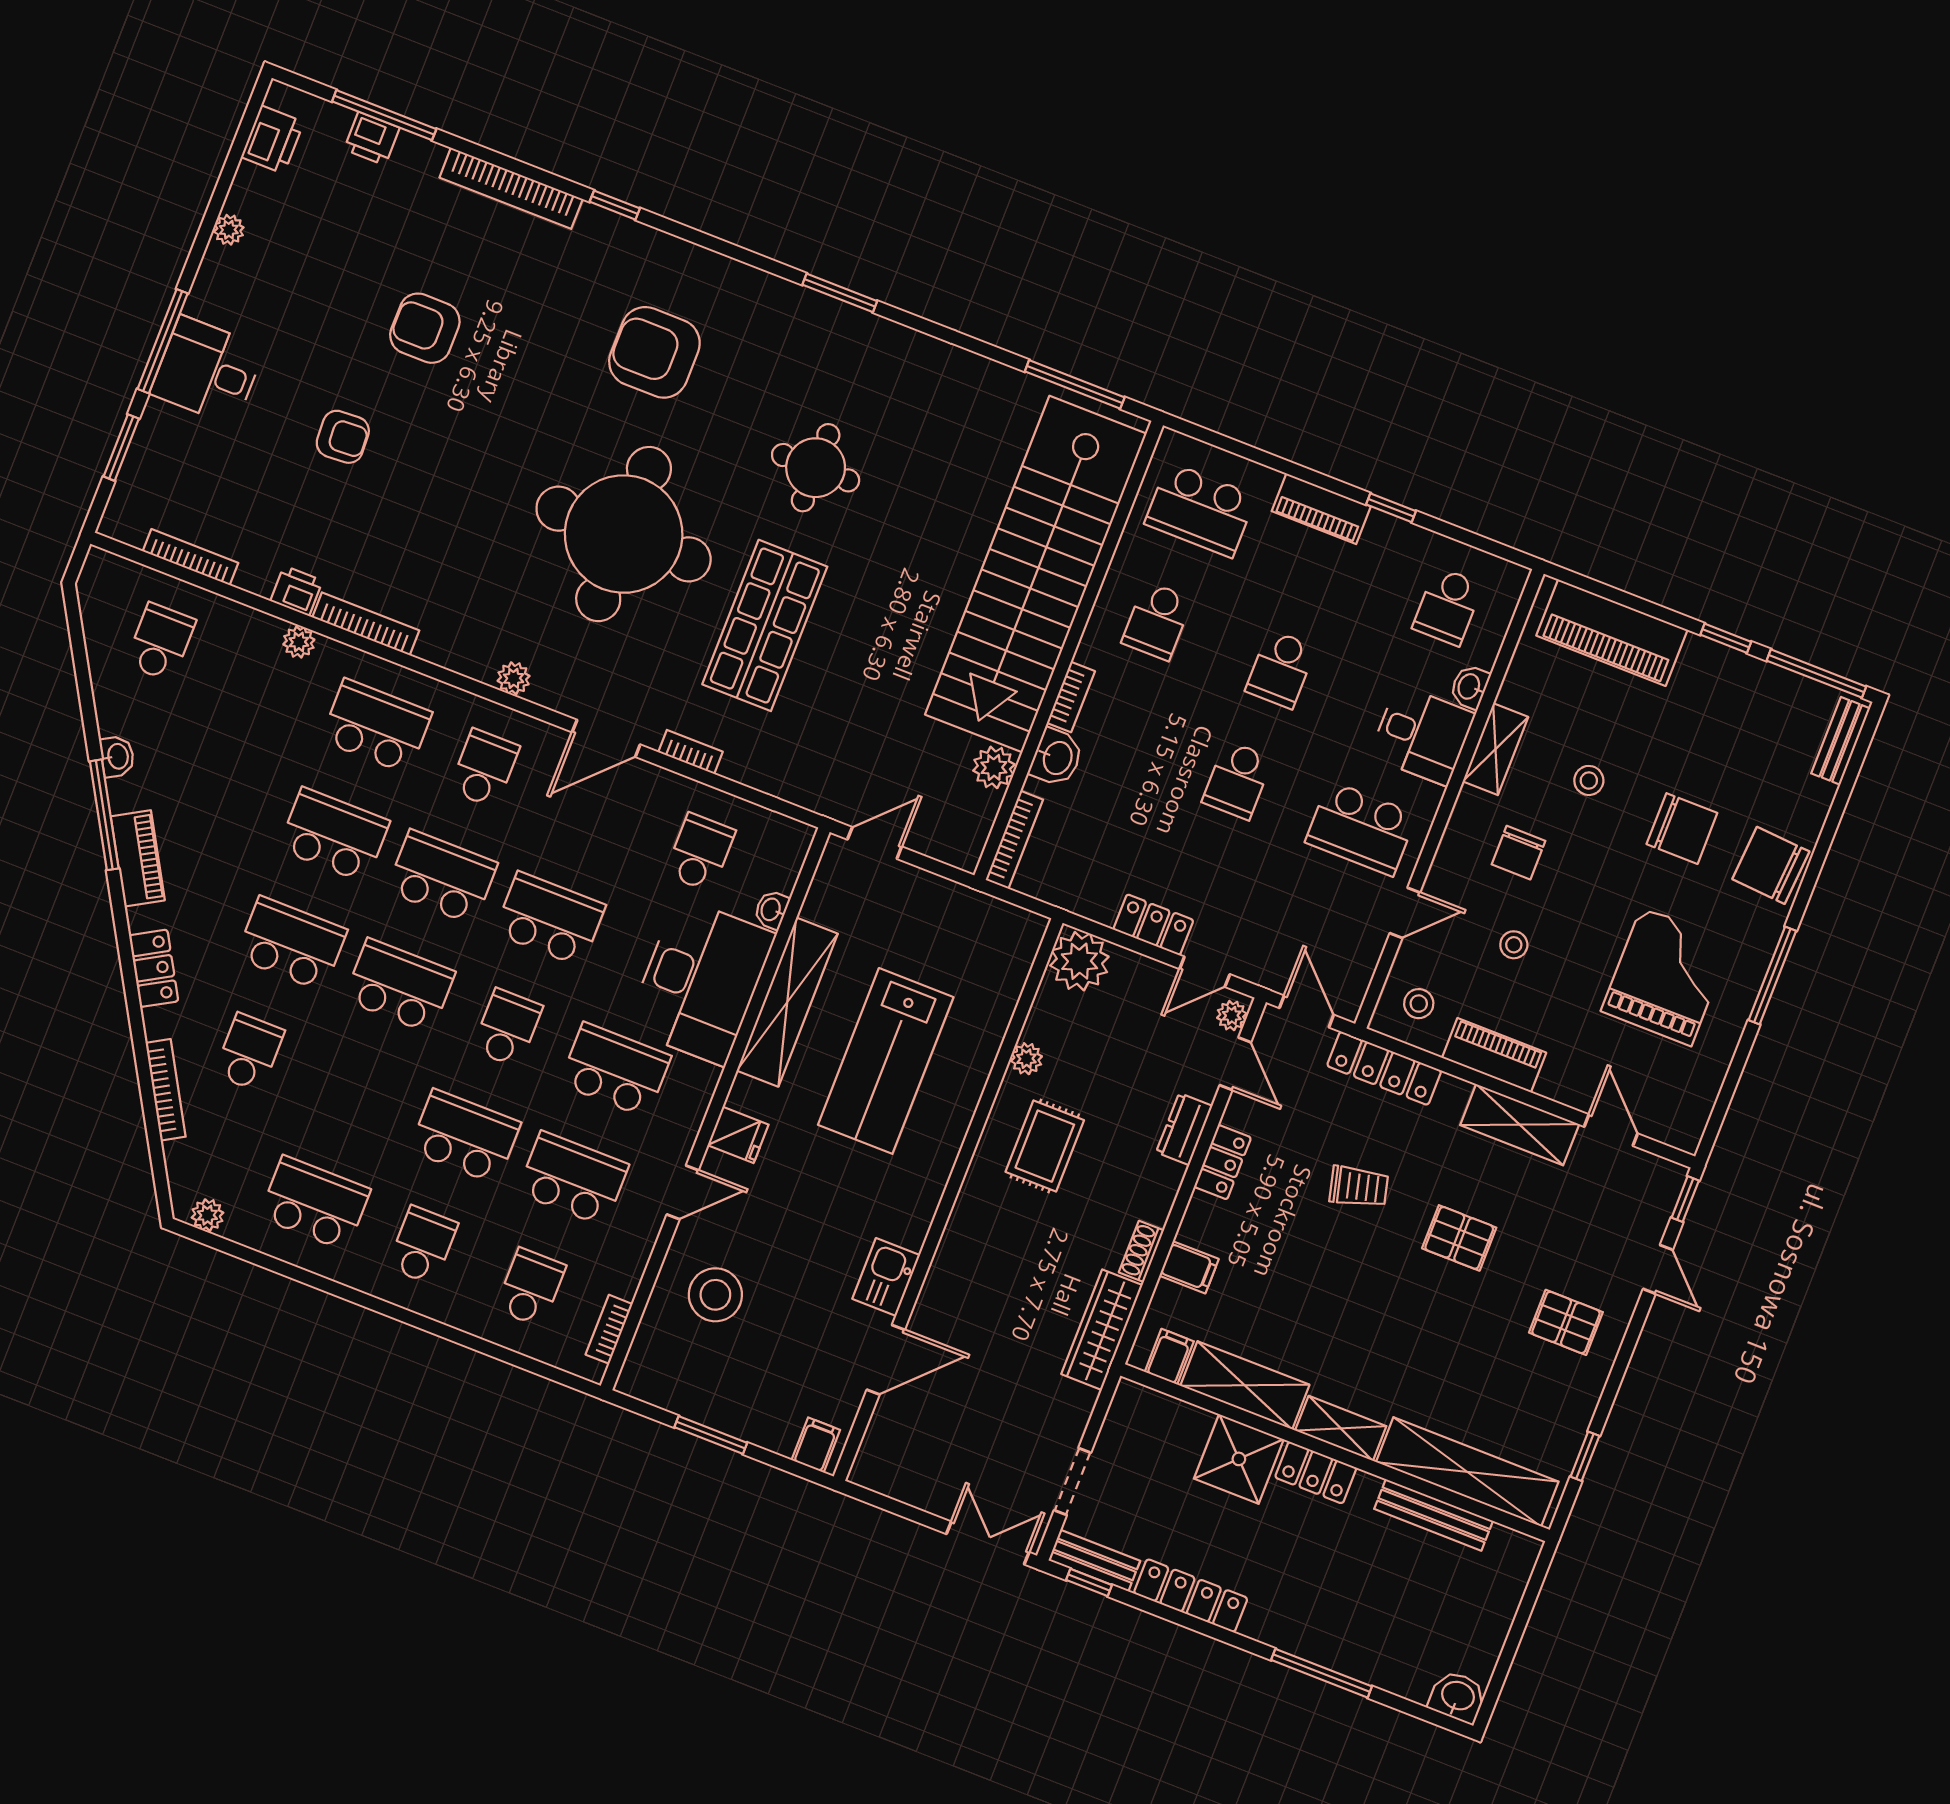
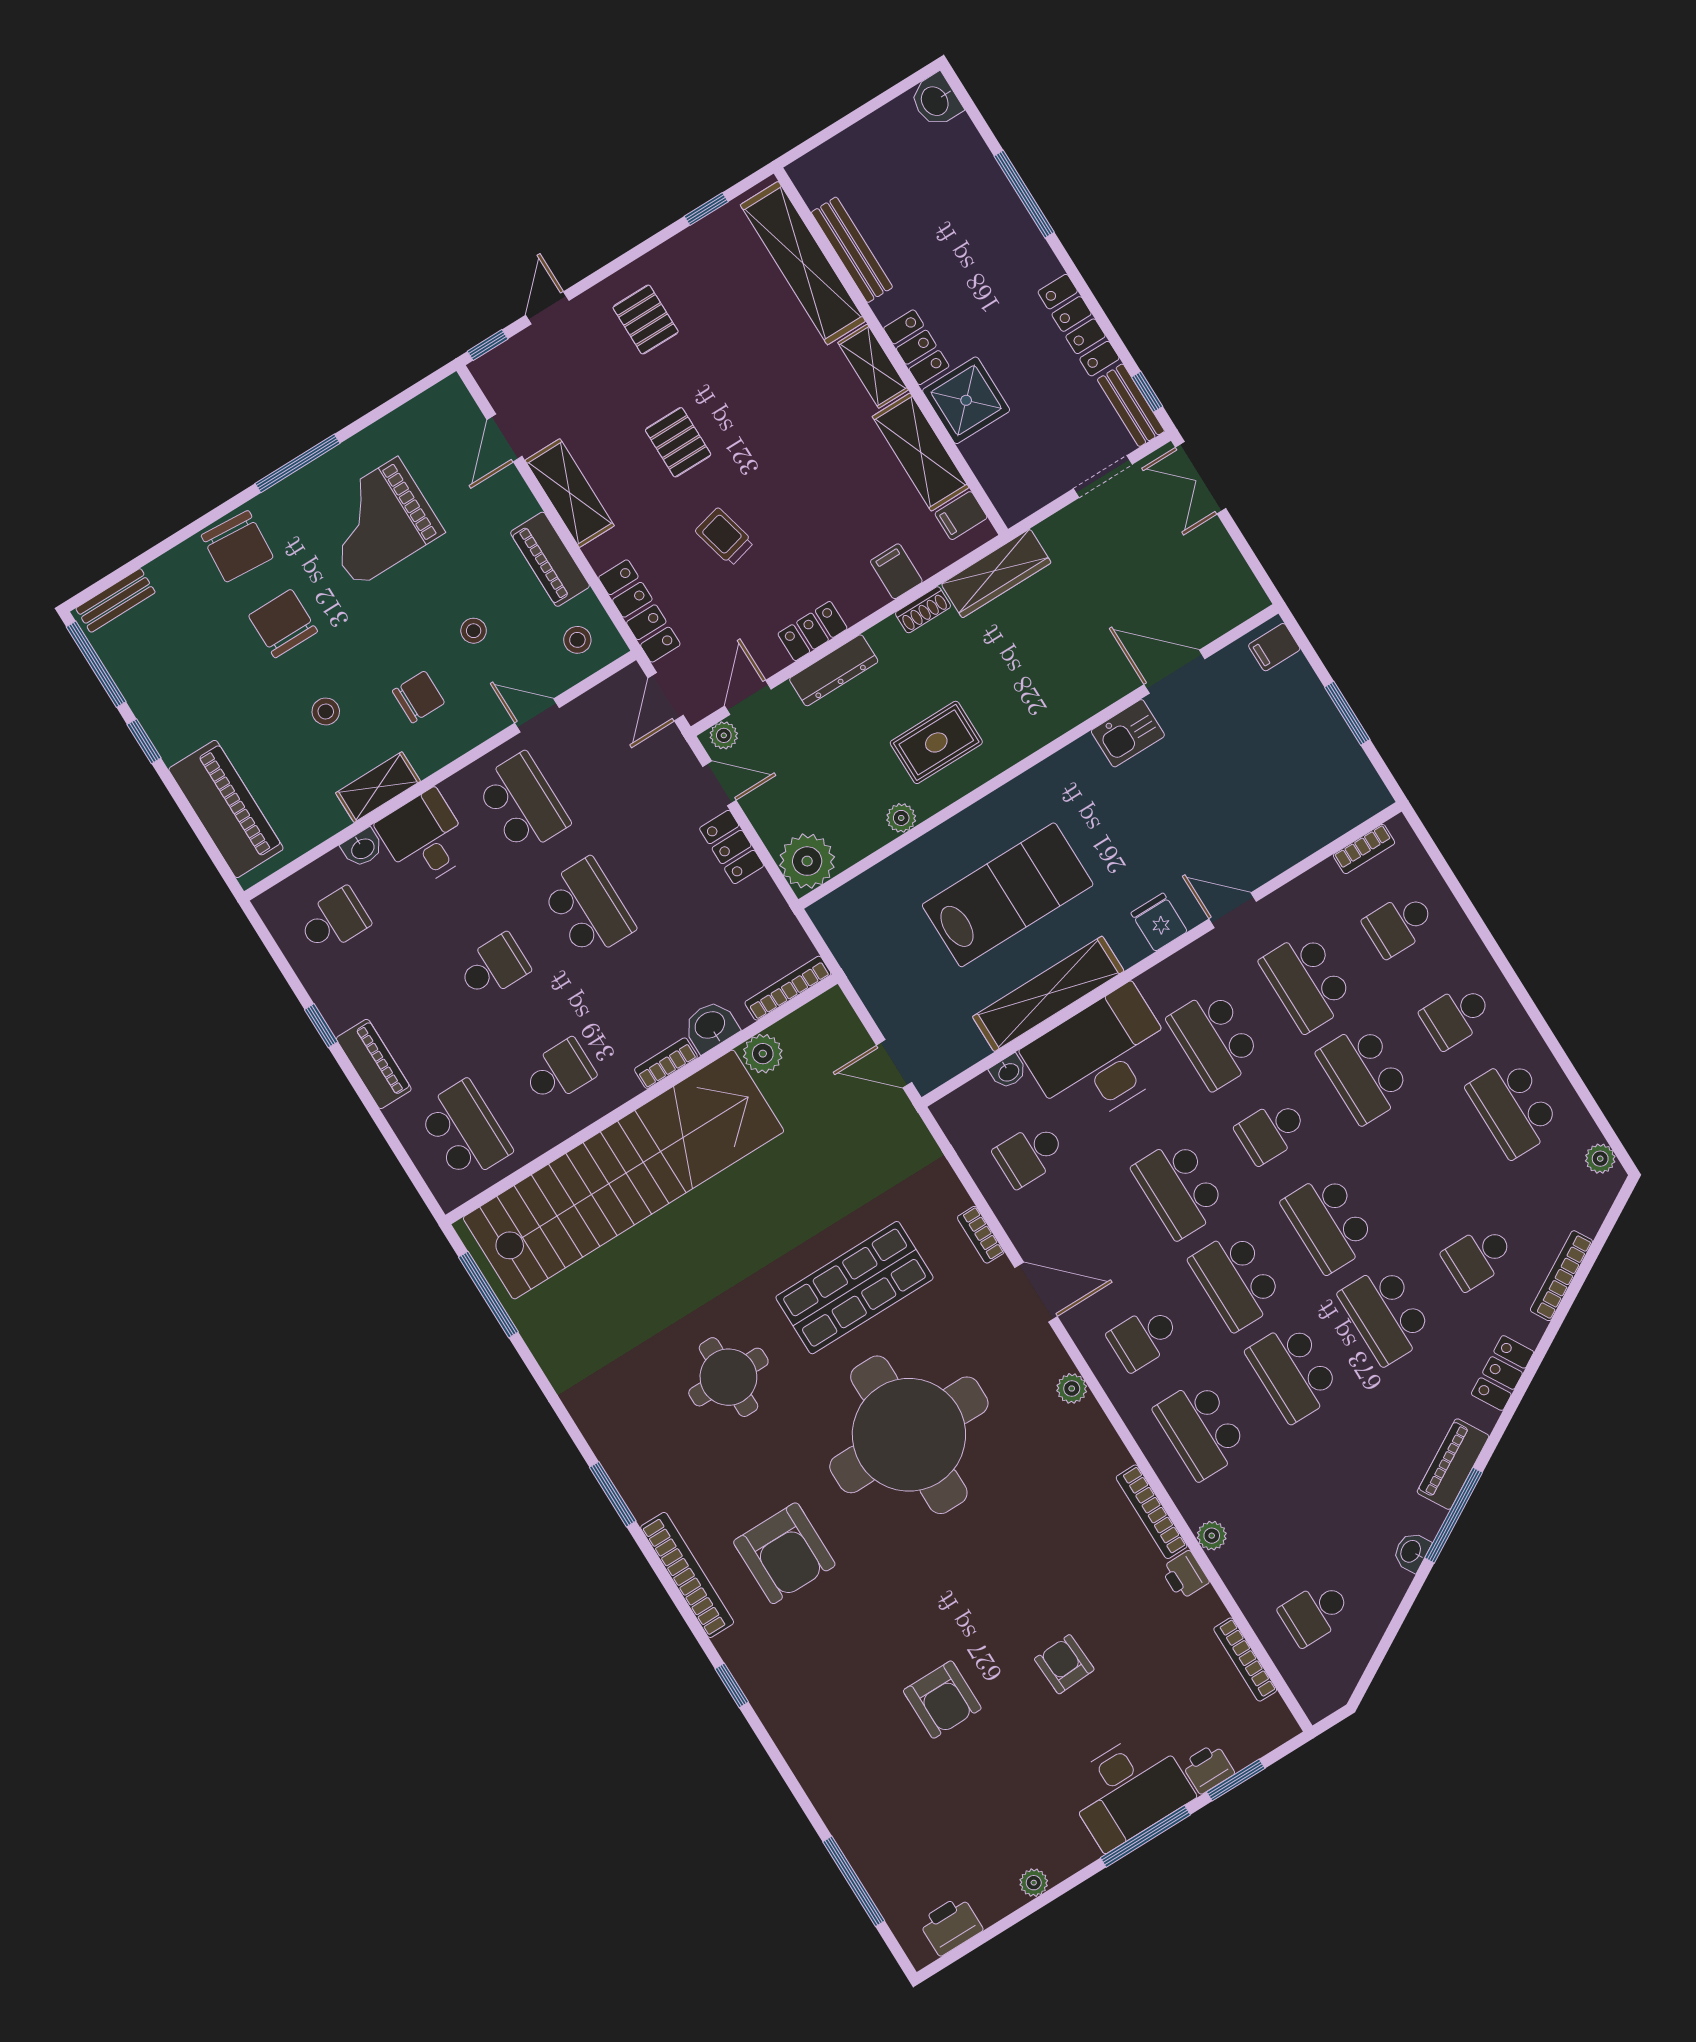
printer: (372, 139) -> (1208, 1768), moved, turned -90
bookcase: (511, 188) -> (687, 1575), moved
desk: (207, 371) -> (1129, 1789), width x1.37
school desk: (1237, 780) -> (588, 908), width x1.85
dresser: (1184, 1129) -> (834, 670), width x1.44
stool: (715, 1295) -> (1265, 815), removed

